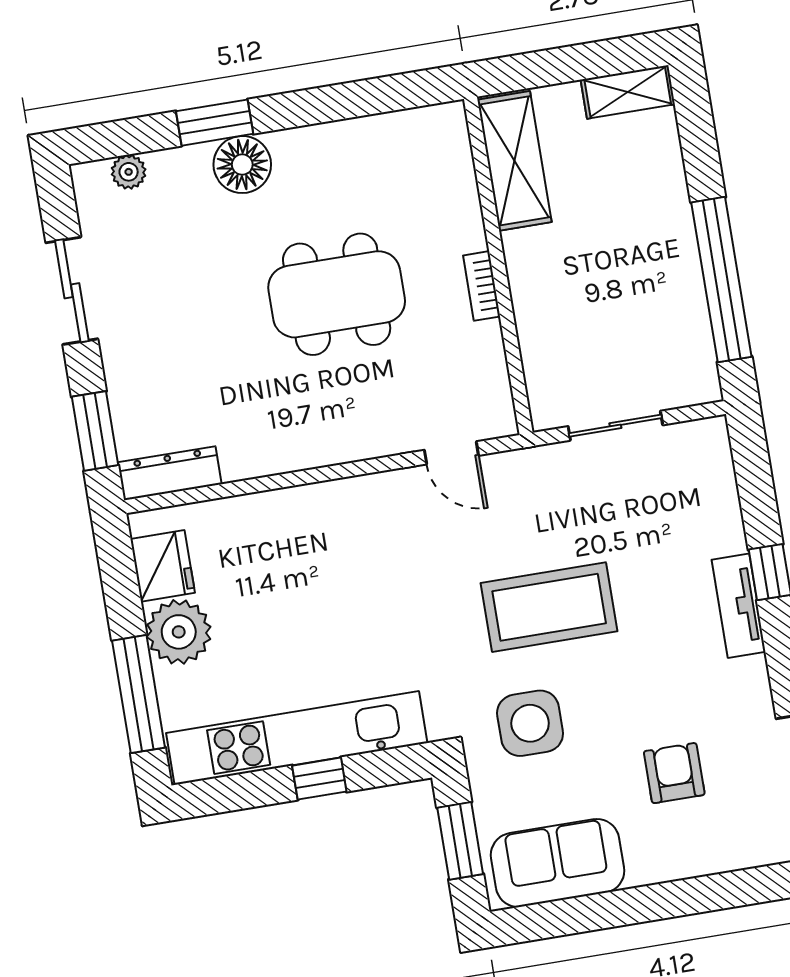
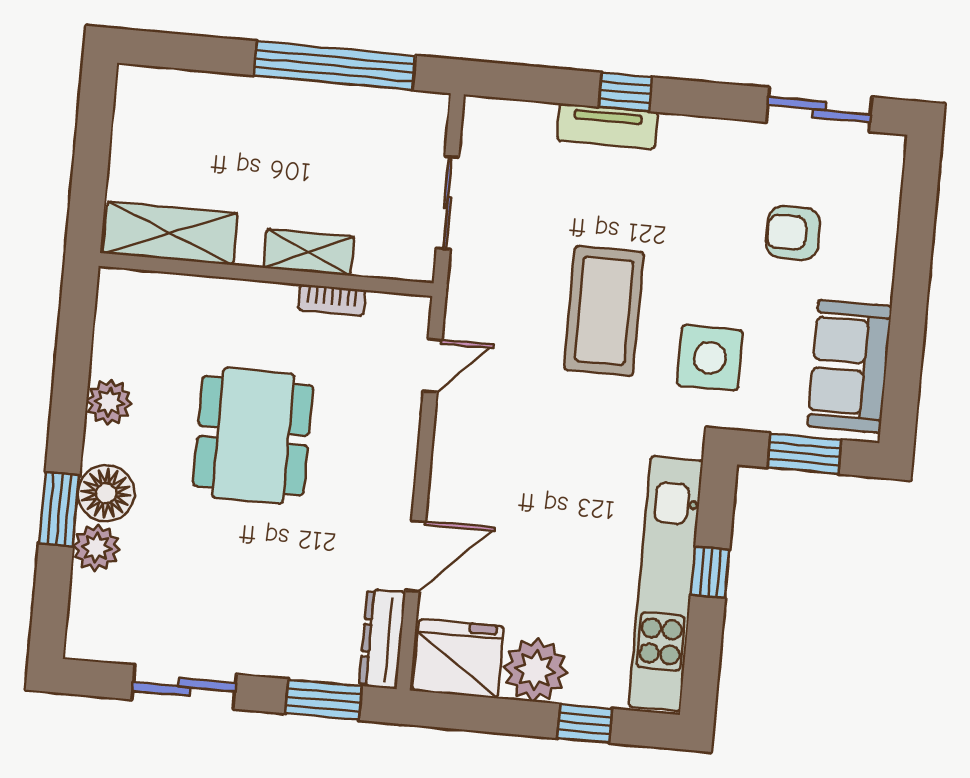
shelving: (628, 92) -> (309, 252), moved, turned 90
plant: (333, 144) -> (109, 402), added
plant: (129, 172) -> (96, 548), moved, width x1.38, depth x1.38
bookcase: (482, 286) -> (332, 300), moved
door: (260, 485) -> (415, 556), added
fridge: (163, 566) -> (458, 659), width x1.36, depth x1.34
tv unit: (739, 606) -> (607, 126), moved
window: (139, 694) -> (585, 723), width x0.46

